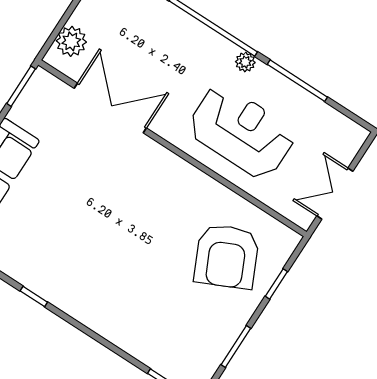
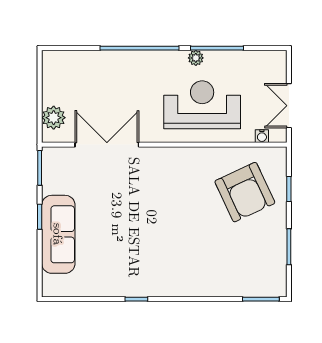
plant: (245, 62) -> (196, 58), moved
water cooler: (284, 208) -> (262, 136), added

